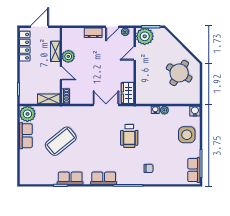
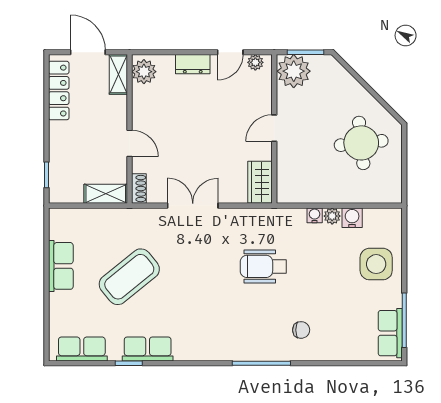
door: (40, 27) -> (88, 52), hinge flipped
shelving: (55, 51) -> (118, 74), moved
door: (135, 53) -> (274, 128), moved
plant: (68, 56) -> (144, 72), moved
round table: (179, 73) -> (361, 143), turned -37
double door: (106, 105) -> (193, 206), moved
water cooler: (195, 111) -> (352, 218), moved
plant: (27, 114) -> (64, 223), removed
wheelchair: (129, 136) -> (263, 266), turned 90
row of seats: (104, 178) -> (82, 349), moved

